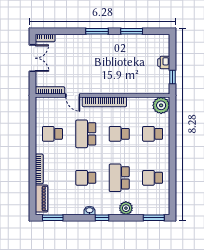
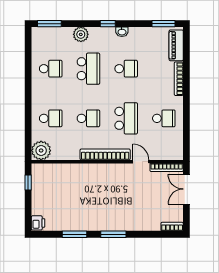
double door: (32, 58) -> (186, 189), moved
printer: (164, 62) -> (38, 223), moved

